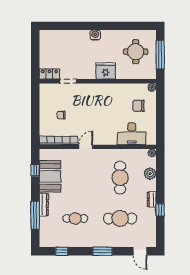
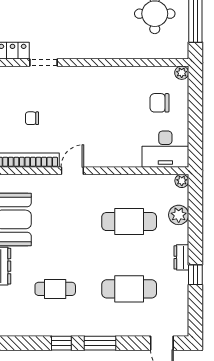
fridge: (106, 71) -> (105, 46), removed
desk: (132, 134) -> (165, 149), moved
cafe table: (120, 178) -> (129, 222), turned 90
window: (62, 251) -> (61, 343), moved

